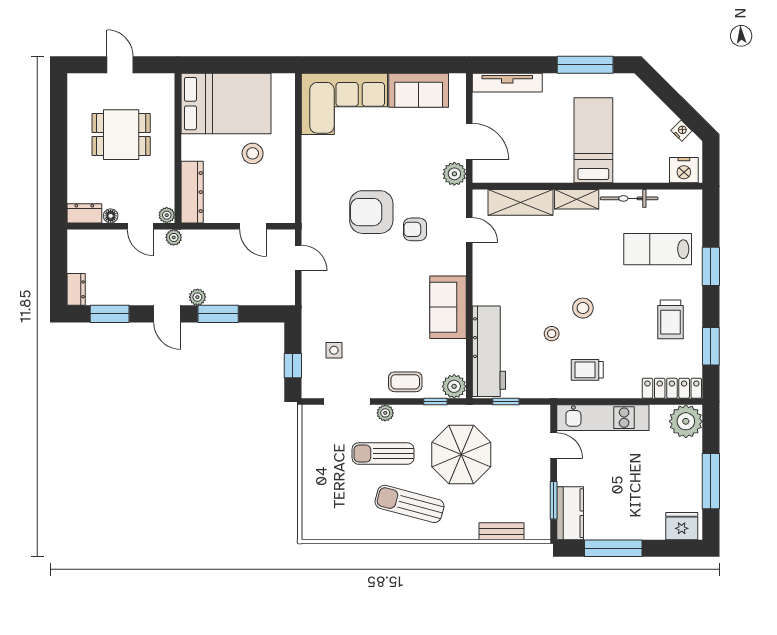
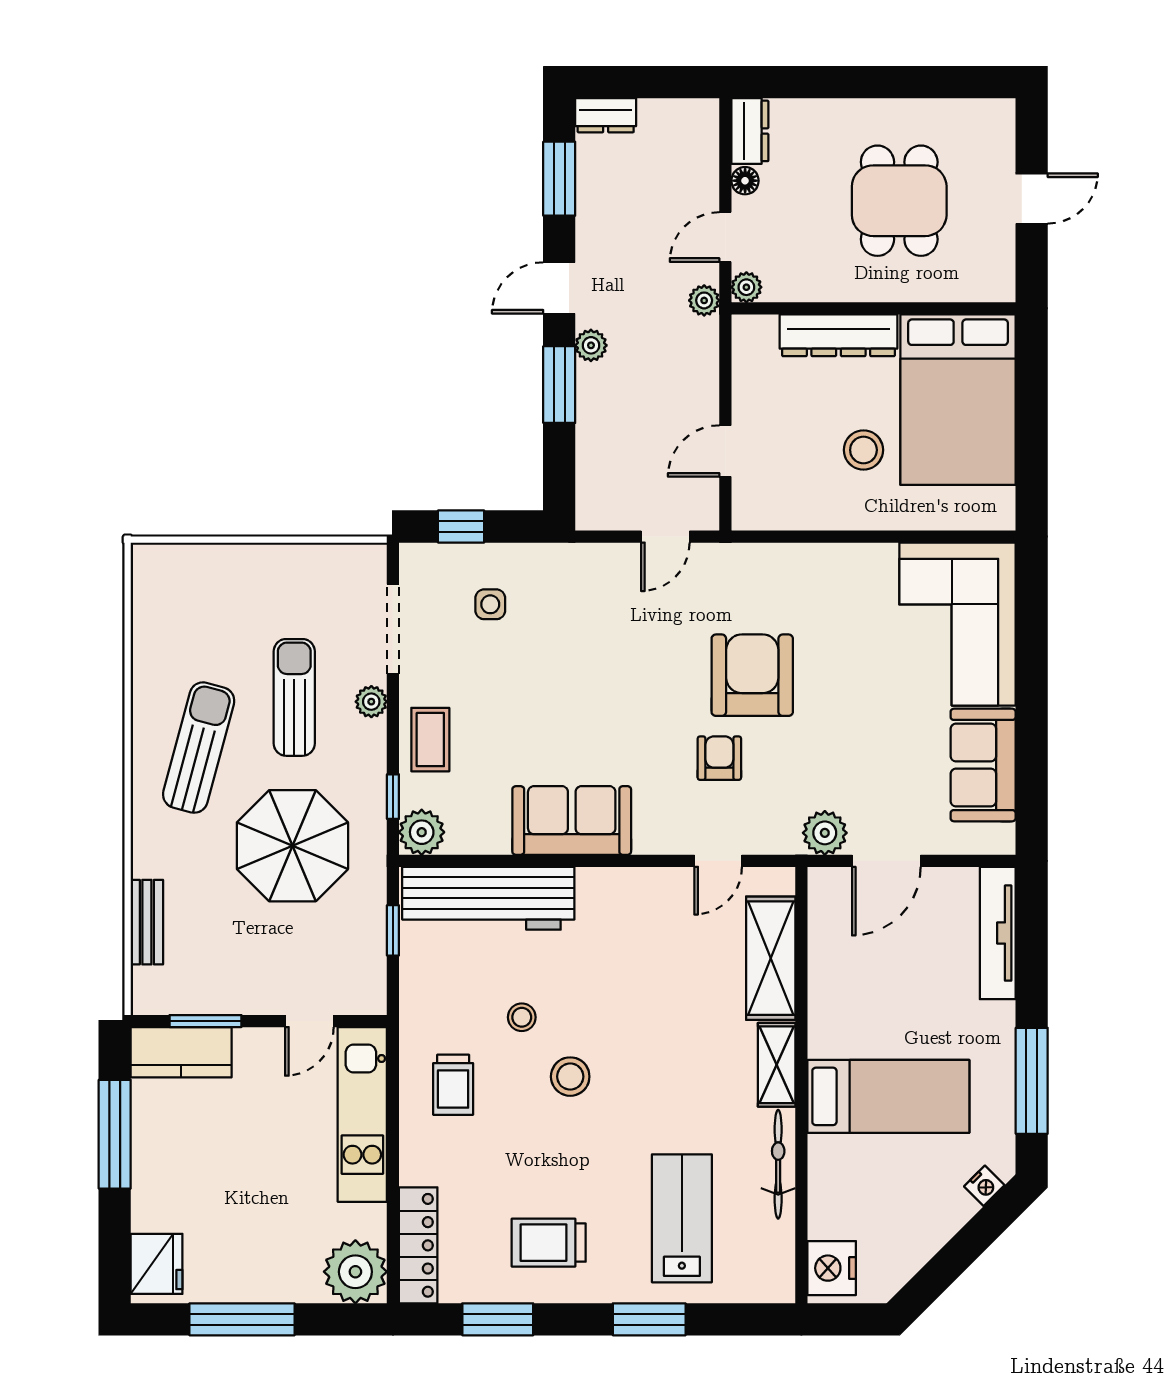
nightstand: (681, 131) -> (984, 1186), moved
dresser: (192, 192) -> (838, 335), moved
trolley: (587, 370) -> (453, 1085), turned 180

